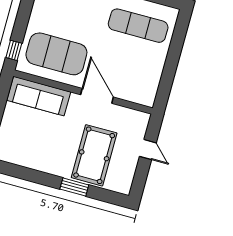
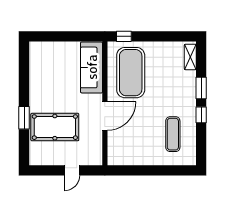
exercise mat: (138, 26) -> (173, 134), width x0.73, depth x0.69

